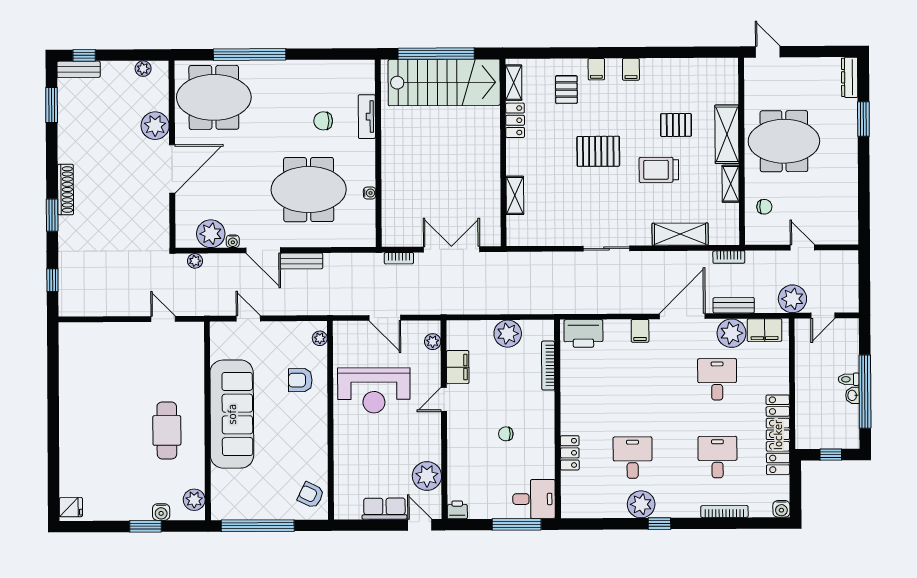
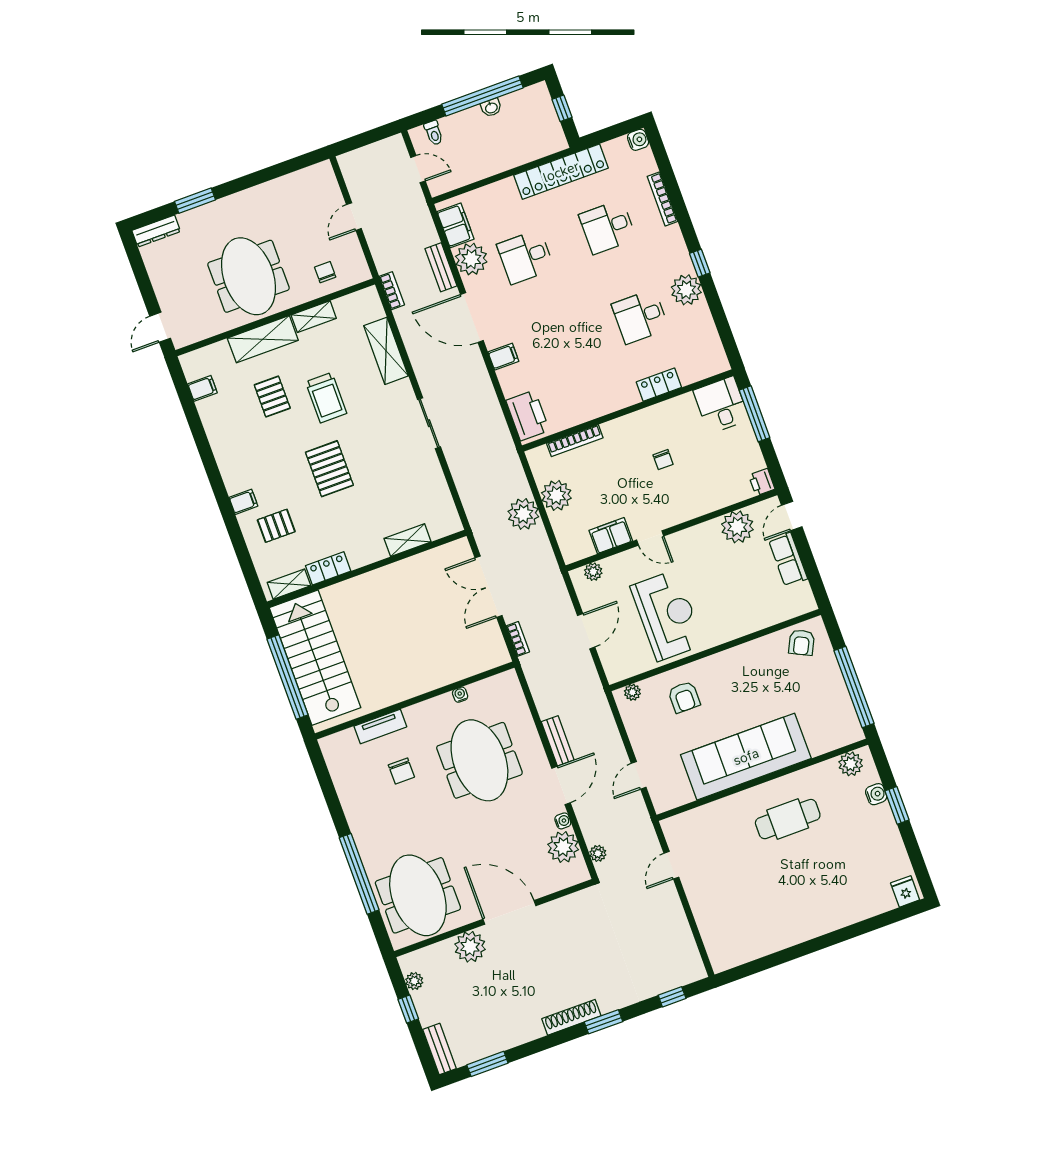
window: (84, 55) -> (408, 1009), moved
filing cabinet: (631, 69) -> (202, 388), moved
plant: (792, 299) -> (523, 514), moved
toilet: (849, 379) -> (434, 133), moved

